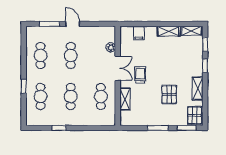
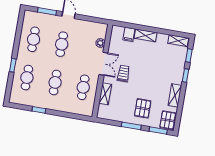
shelving: (169, 31) -> (145, 35), moved
pallet: (169, 94) -> (143, 108), moved

